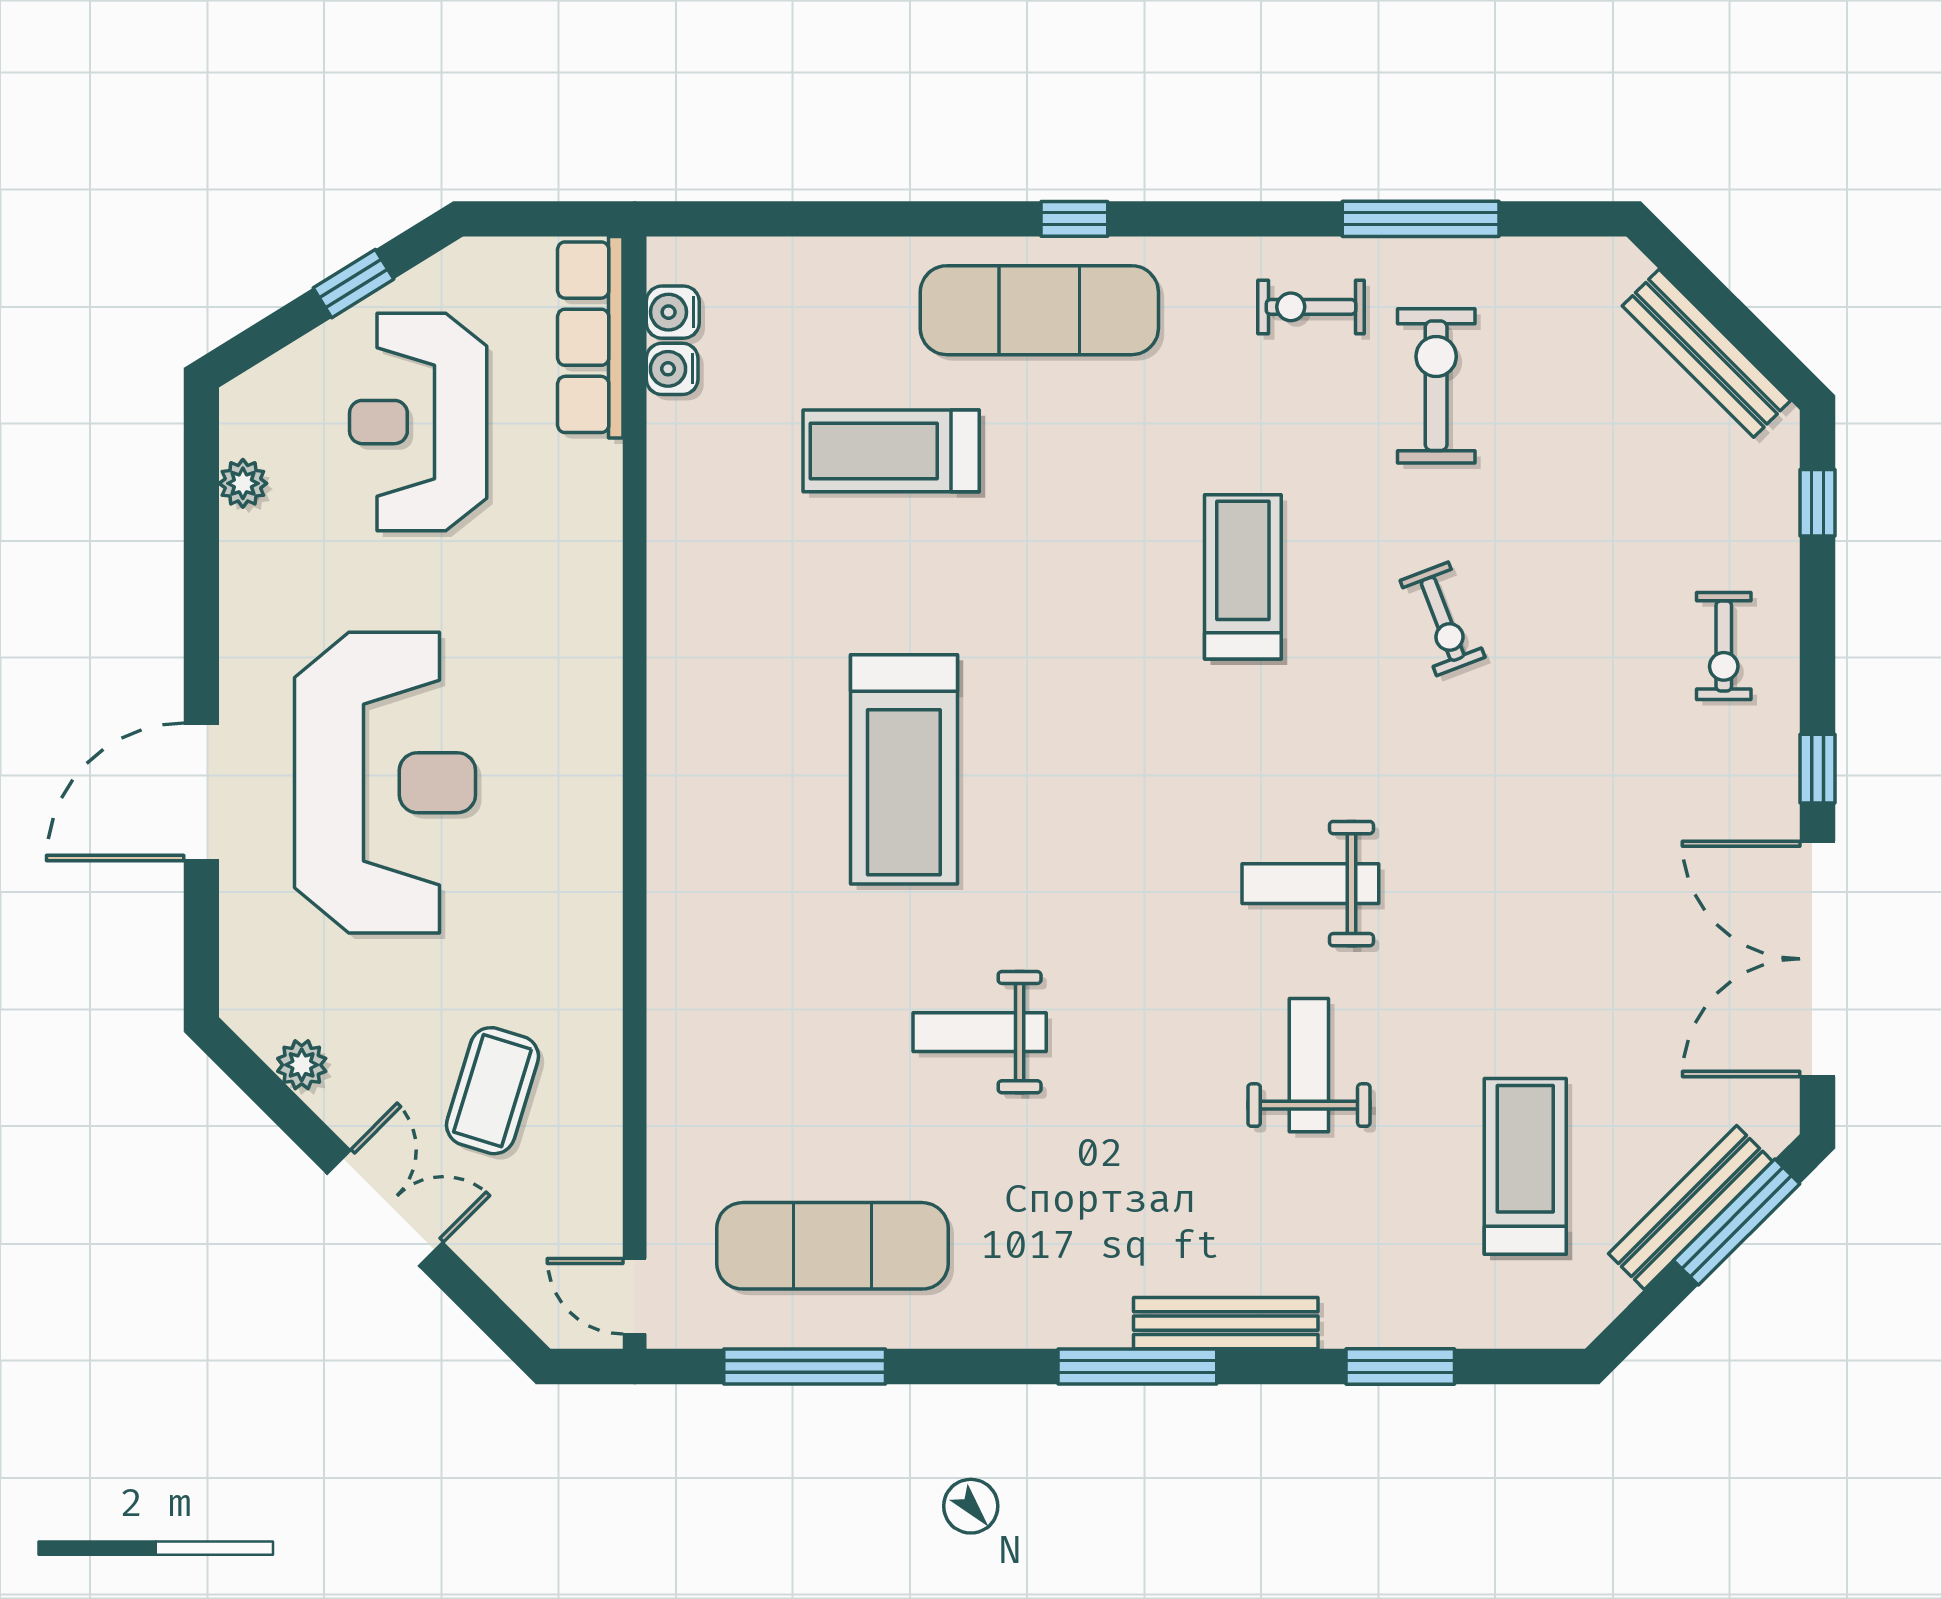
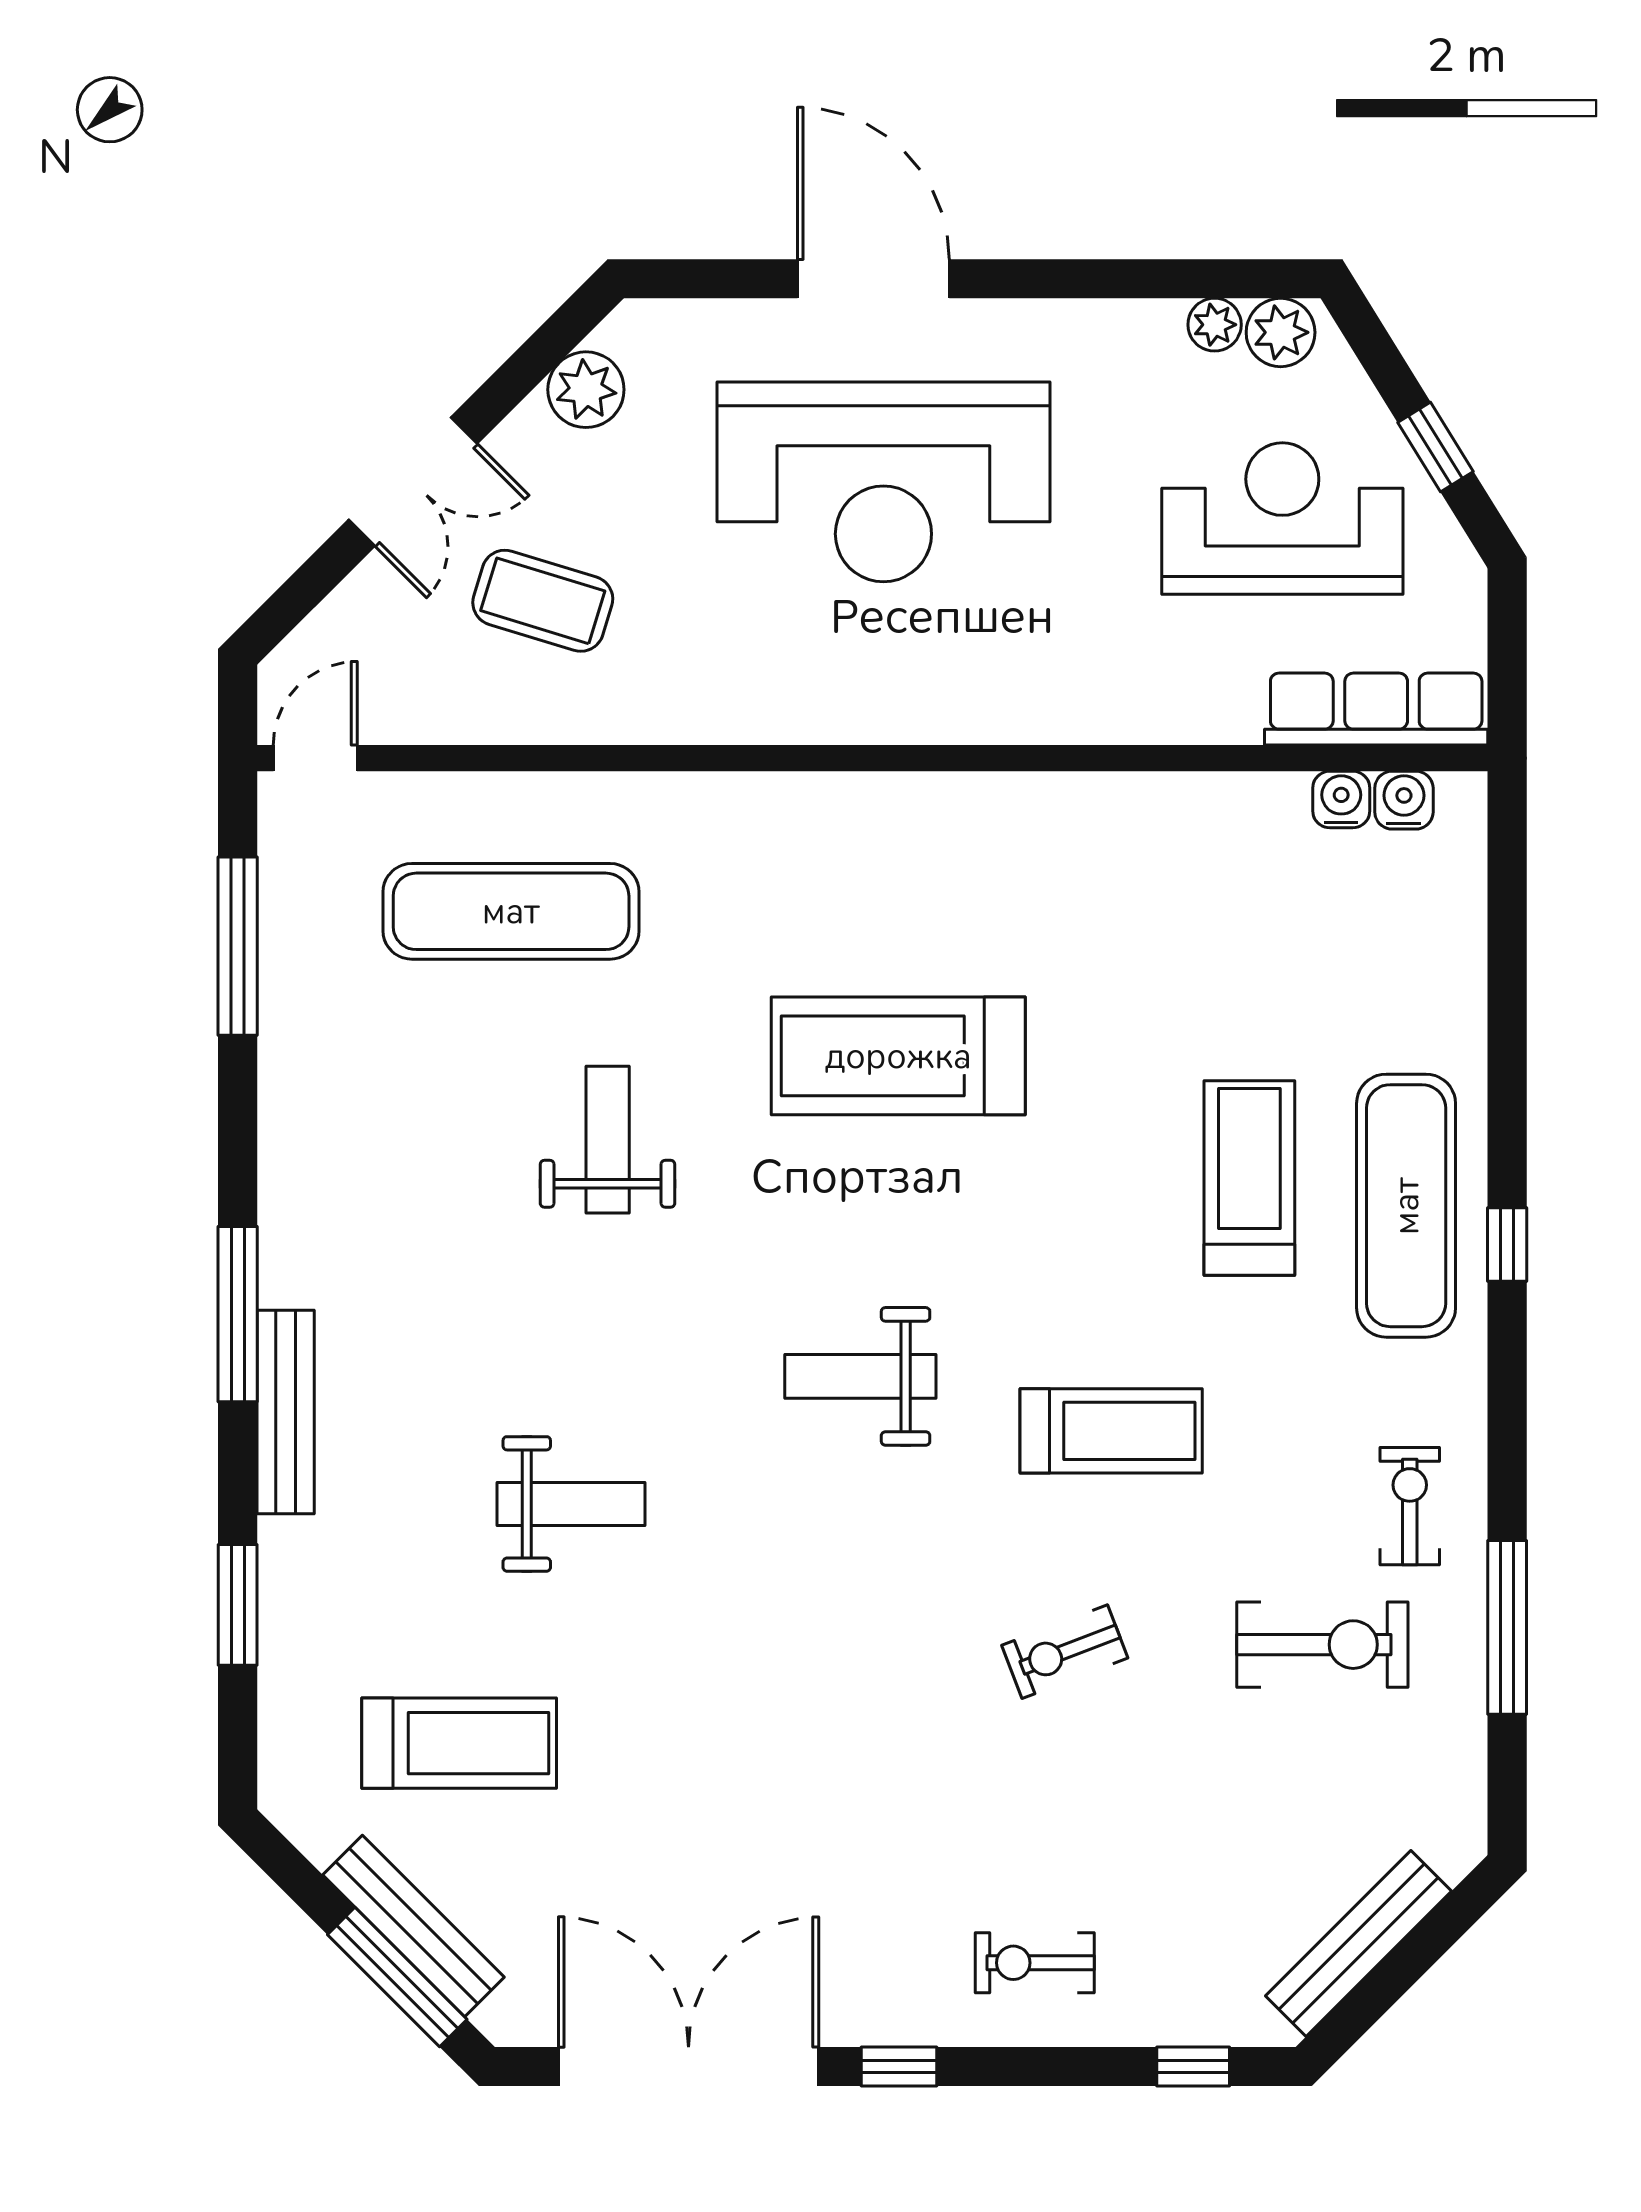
plant: (250, 424) -> (1281, 332), added
treadmill: (891, 451) -> (1249, 1178), moved
weight bench: (1310, 884) -> (860, 1376), moved, turned -90
plant: (302, 1065) -> (586, 390), width x1.38, depth x1.38
exercise mat: (832, 1246) -> (511, 911), moved, turned 90

